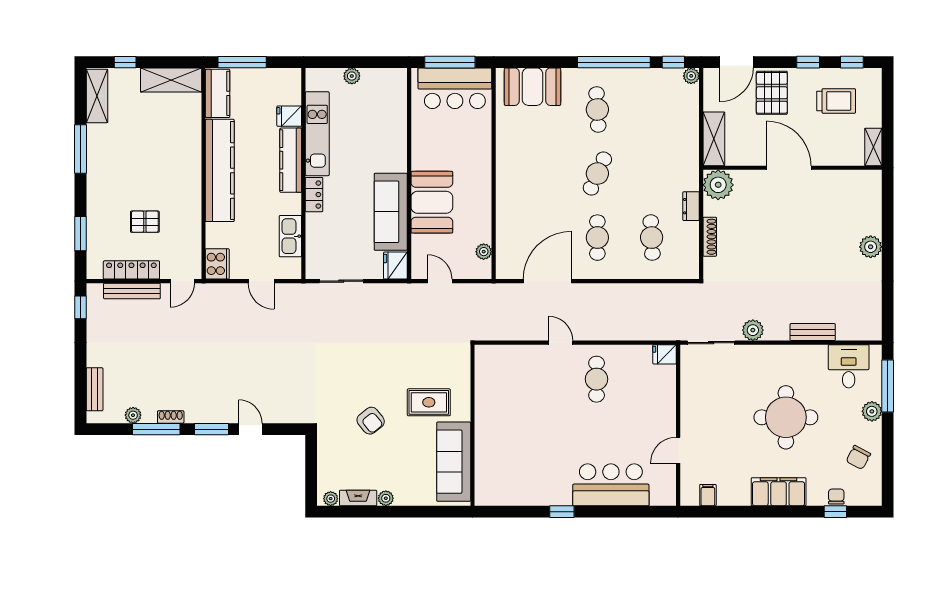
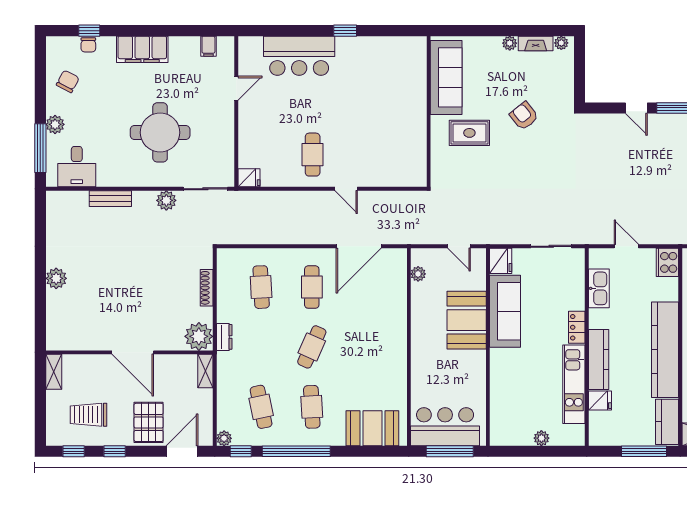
cafe table: (652, 109) -> (261, 407), added
shelving: (714, 139) -> (205, 371), width x0.67, depth x0.75
dresser: (691, 206) -> (224, 337), moved
round table: (786, 417) -> (160, 132), moved

